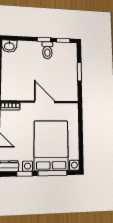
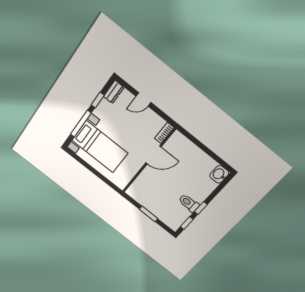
door: (45, 102) -> (153, 155), moved
bed with nightstands: (51, 145) -> (100, 147), width x0.73

